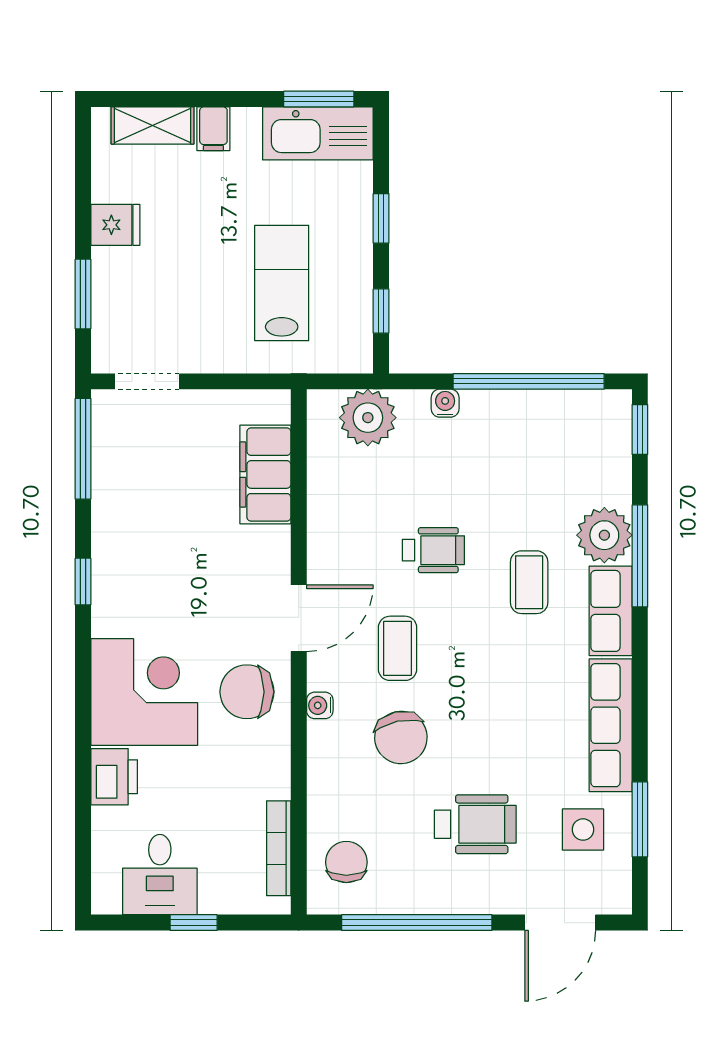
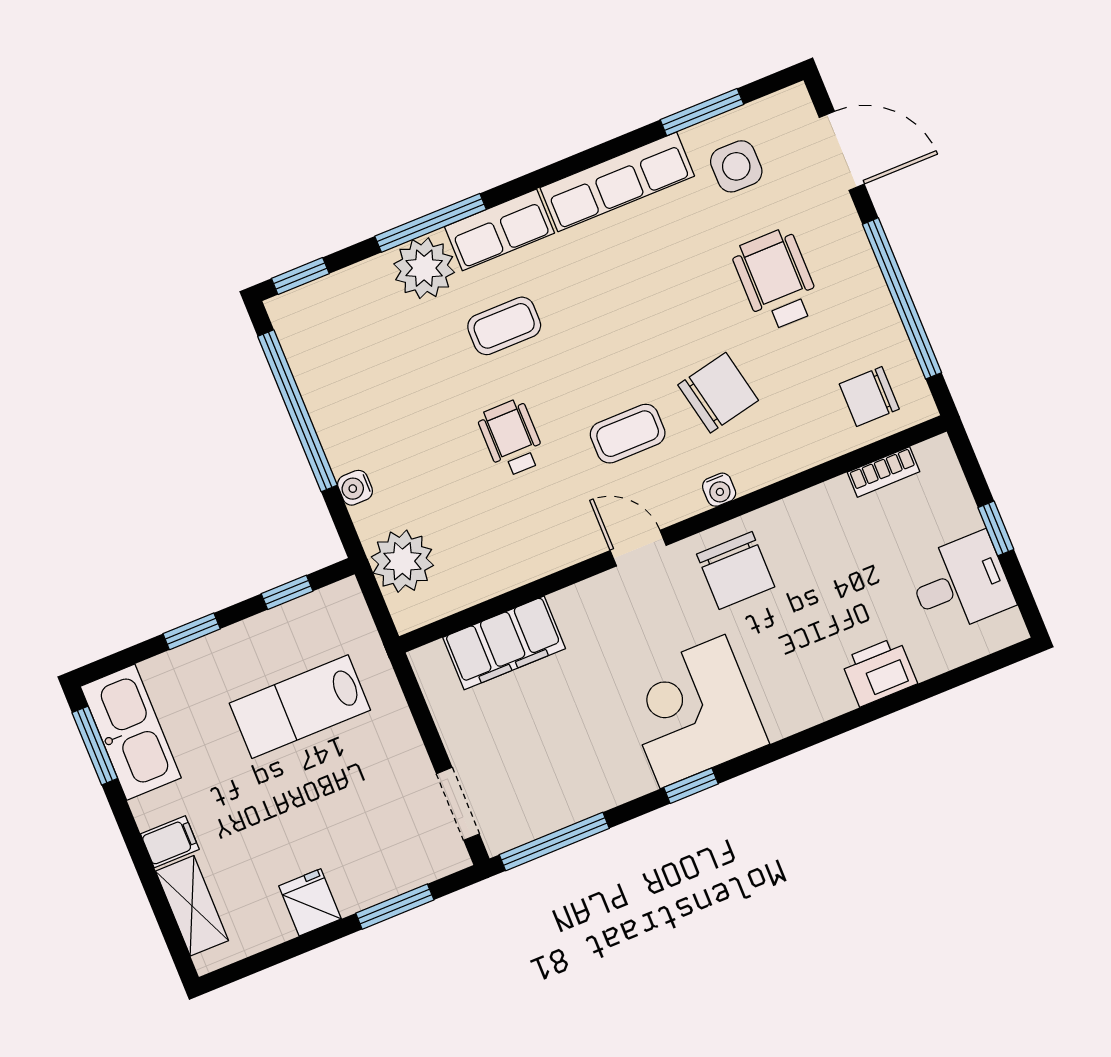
door: (299, 618) -> (638, 548), width x0.73
corner desk: (144, 692) -> (693, 712), moved
bookcase: (279, 848) -> (883, 472), width x0.64

